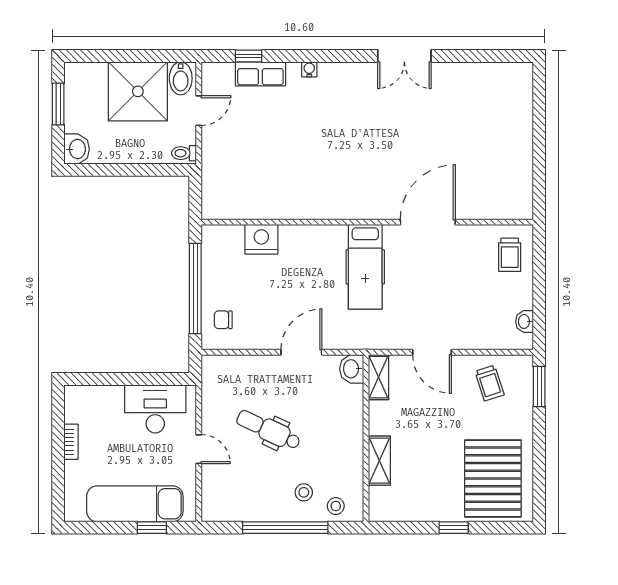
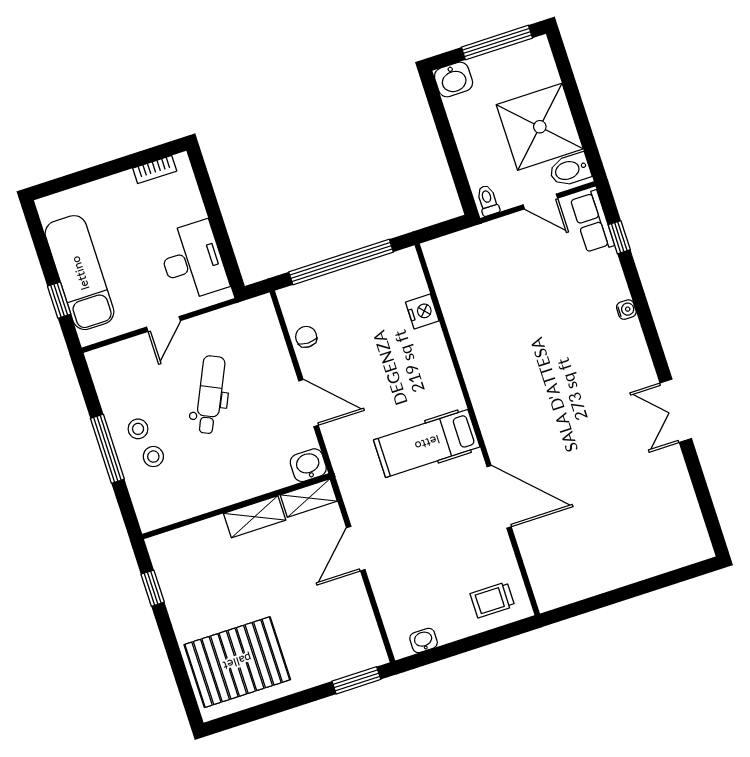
row of seats: (260, 74) -> (592, 222), moved
window: (58, 104) -> (497, 43), width x1.44
nightstand: (261, 239) -> (422, 312), width x0.74, depth x0.75
chair: (223, 320) -> (306, 337), moved
trolley: (490, 383) -> (342, 624), removed
bookcase: (71, 442) -> (155, 170), moved
shelving: (379, 461) -> (255, 517), moved
stool: (336, 506) -> (138, 429), moved
window: (285, 528) -> (107, 449), width x0.68
window: (454, 528) -> (153, 588), moved

